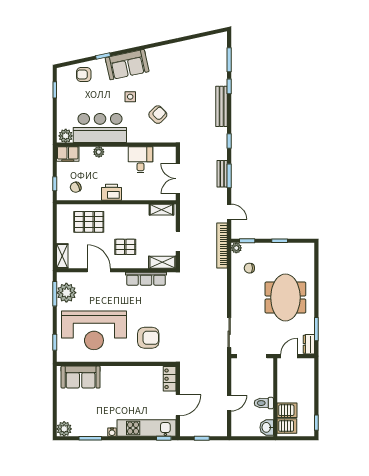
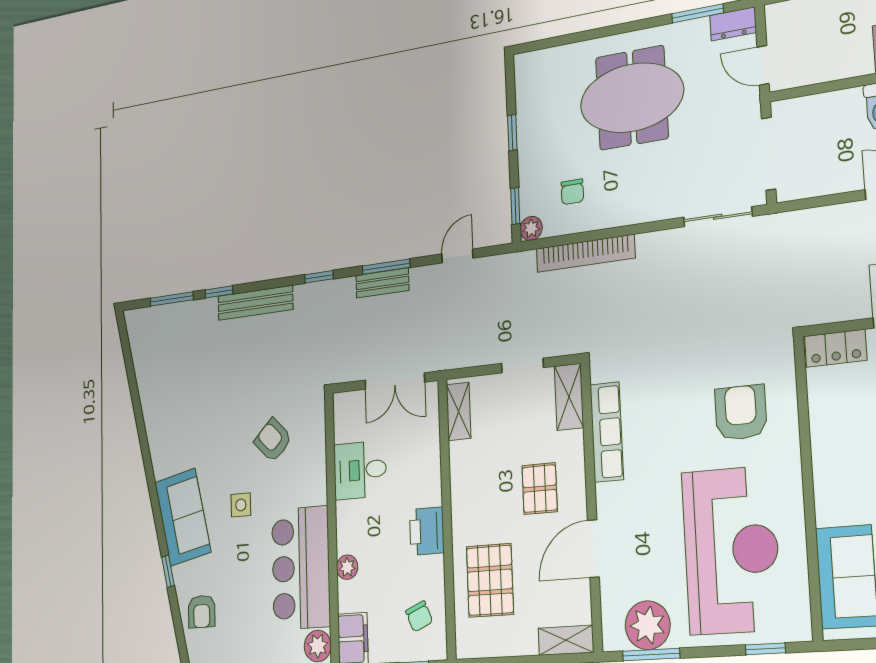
bookcase: (222, 245) -> (585, 253), moved

